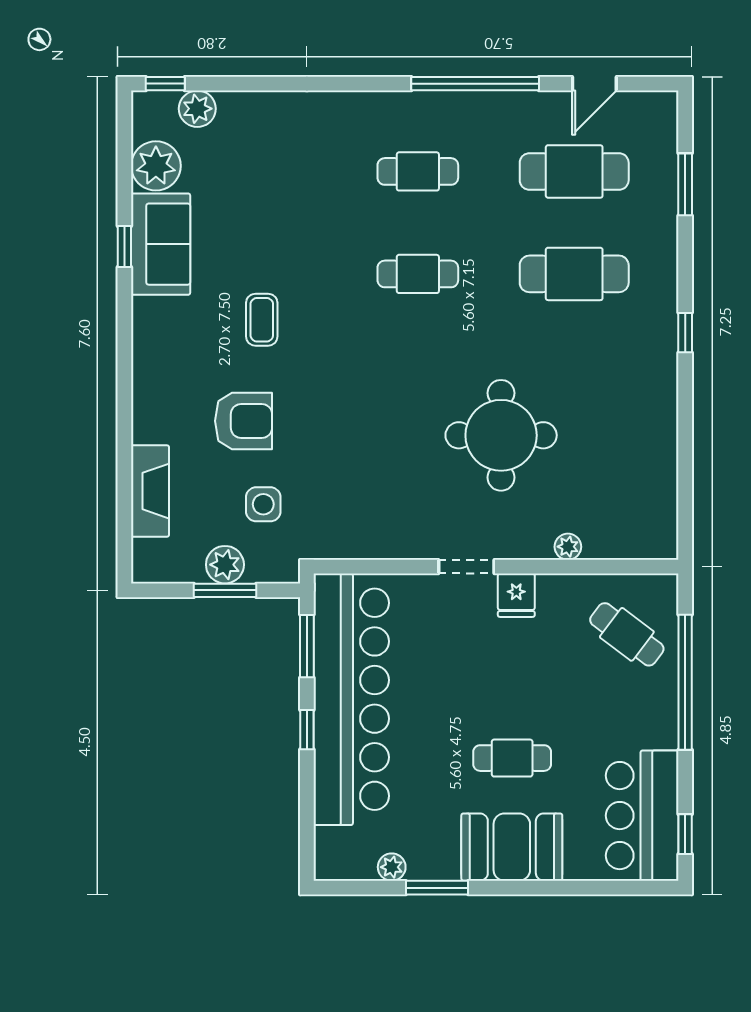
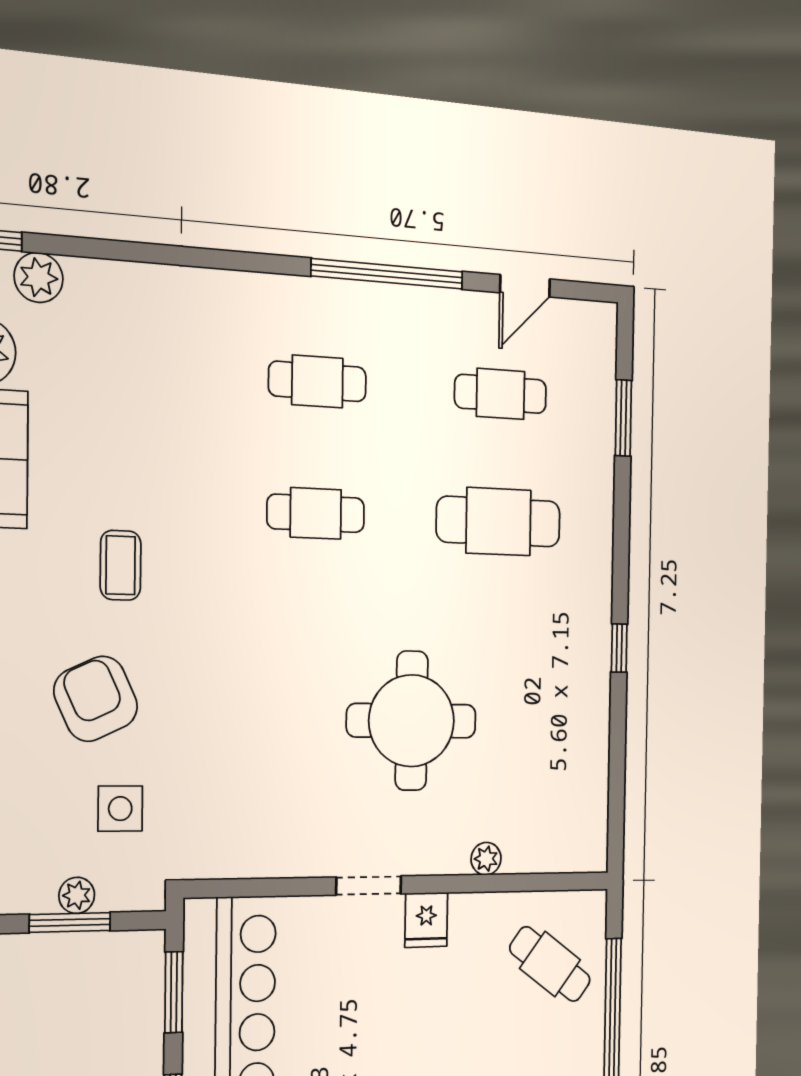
cafe table: (574, 171) -> (501, 394), width x0.73, depth x0.74
window: (685, 333) -> (619, 648), moved
armchair: (243, 421) -> (96, 699), turned -115
plant: (225, 565) -> (77, 895), width x0.73, depth x0.73

